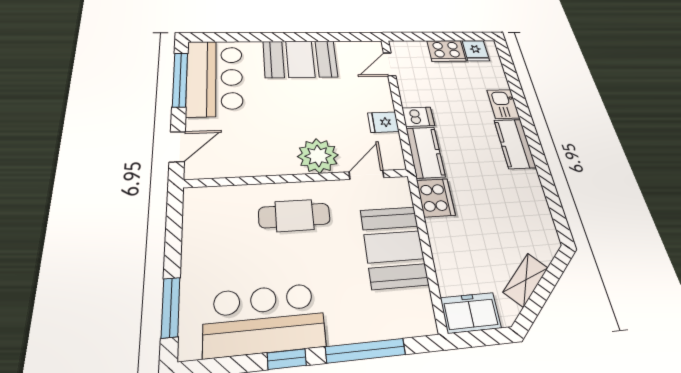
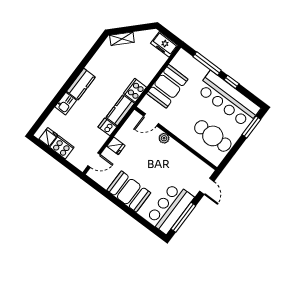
fridge: (383, 122) -> (116, 146), moved
door: (177, 147) -> (207, 186), swing flipped
plant: (318, 156) -> (164, 138), width x0.53, depth x0.53
cafe table: (294, 216) -> (213, 136), moved, width x1.37, depth x1.35
shelving: (526, 280) -> (122, 39), moved
bar counter: (264, 320) -> (228, 99), width x1.36

